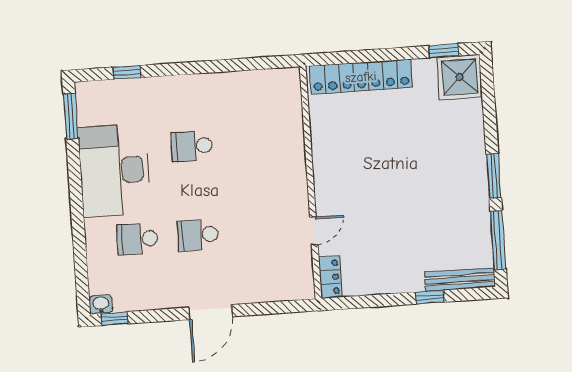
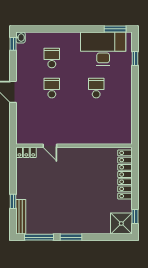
desk: (114, 170) -> (103, 49), moved

